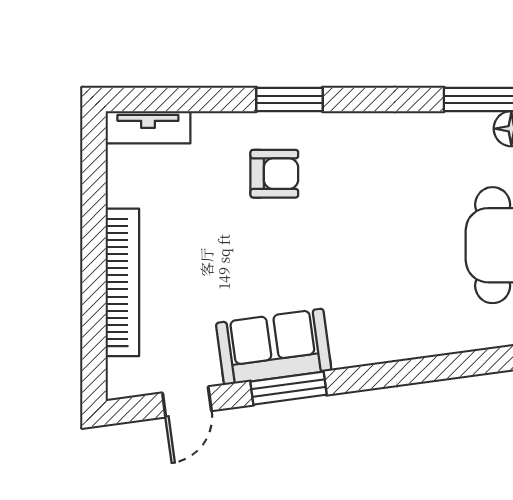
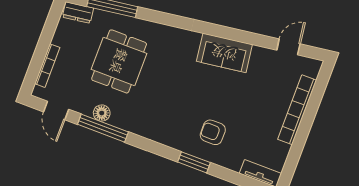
sofa: (274, 347) -> (224, 53), moved
window: (289, 388) -> (242, 36), removed

